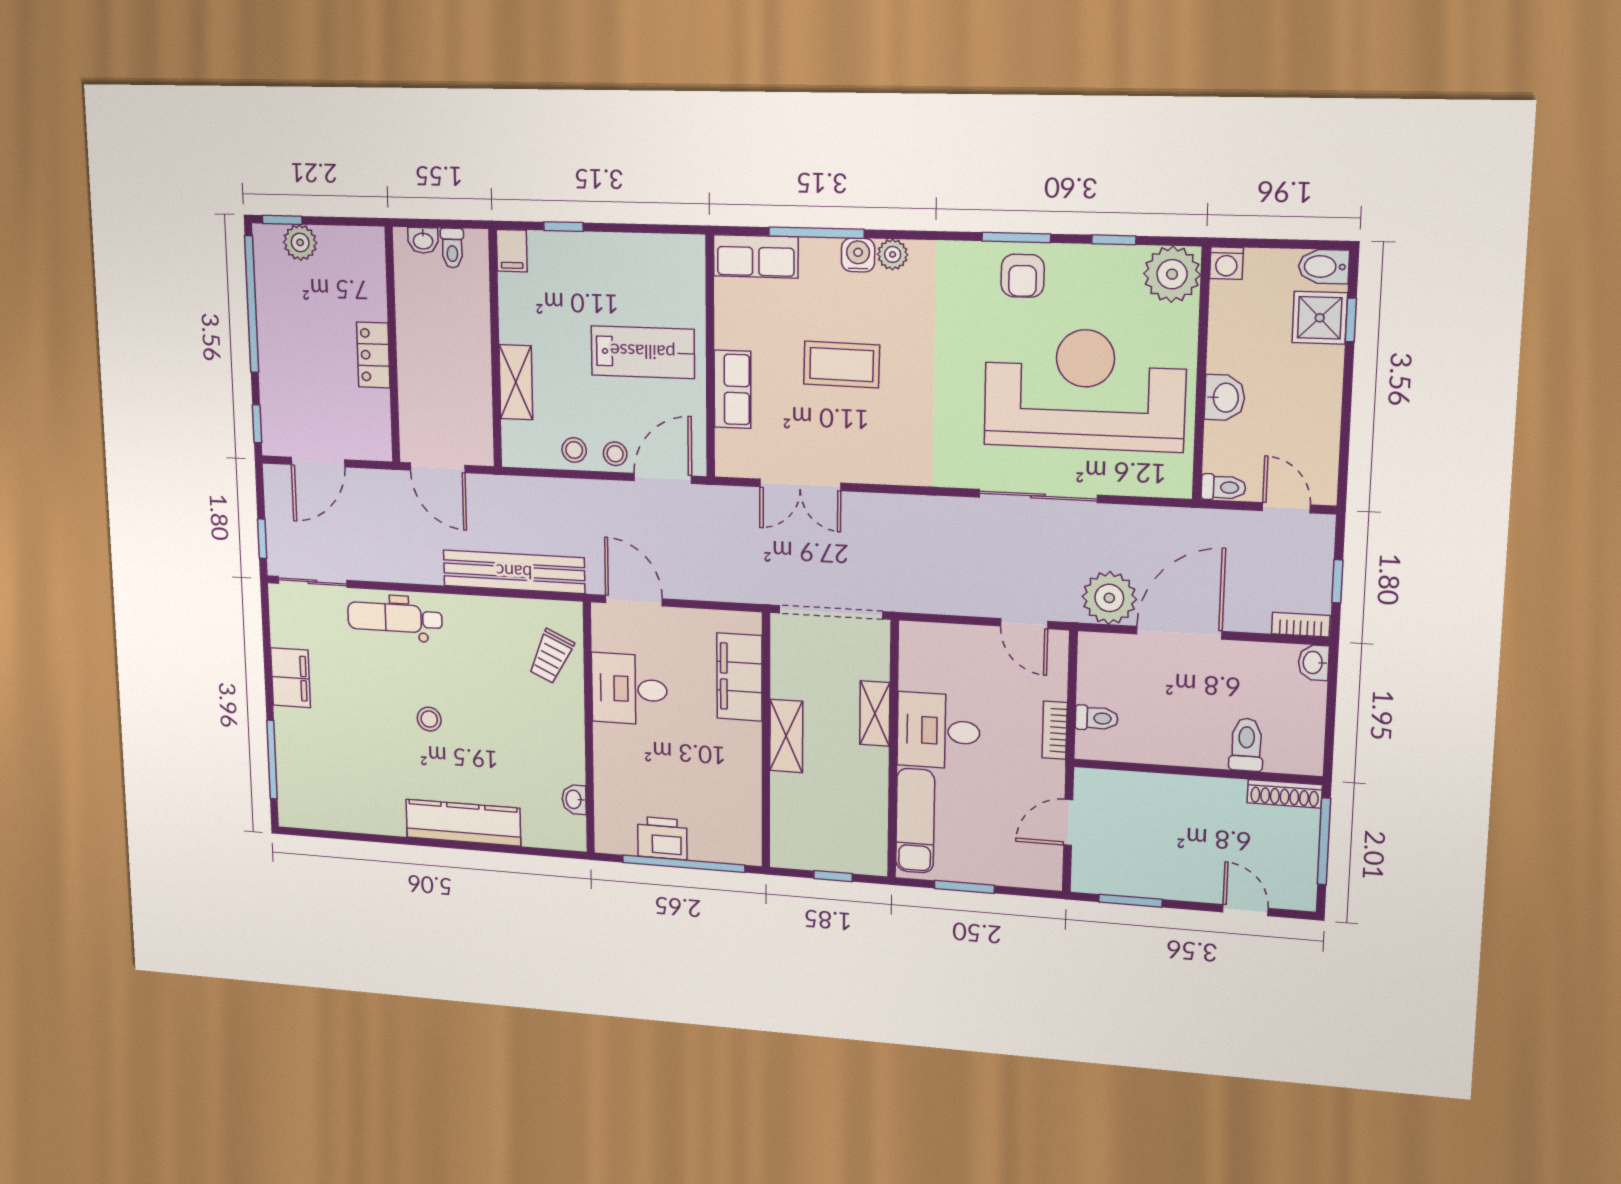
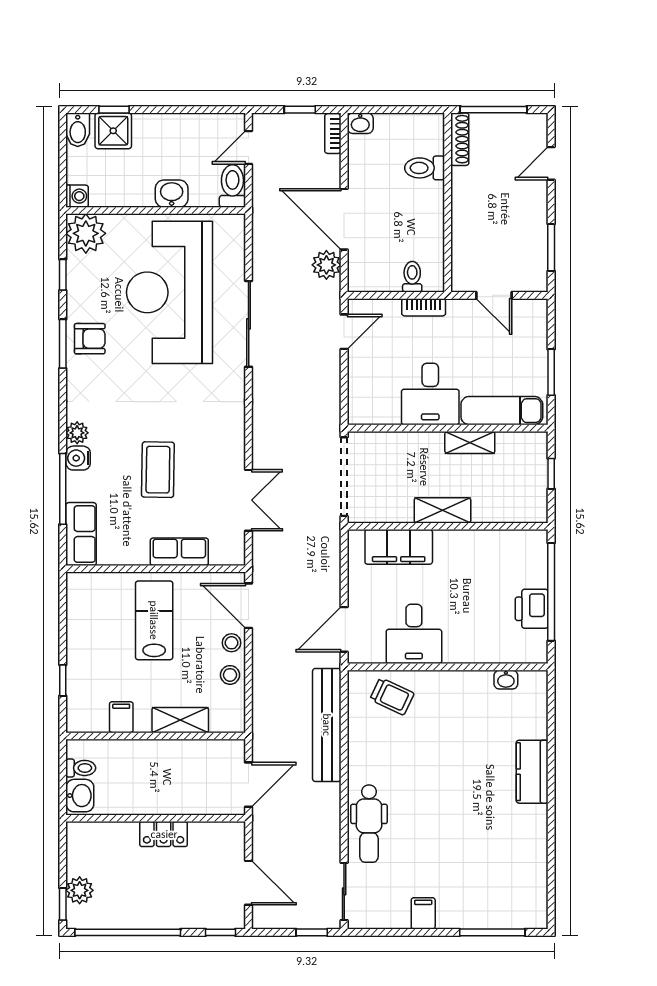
washbasin: (423, 240) -> (80, 796), width x1.38, depth x1.45
filing cabinet: (512, 251) -> (121, 717), moved, turned -90
toilet: (1223, 487) -> (232, 186), width x1.37, depth x1.39
plant: (1109, 598) -> (326, 265), width x0.73, depth x0.73
filing cabinet: (290, 678) -> (423, 913), width x0.50
shelving: (875, 714) -> (470, 442), moved
stool: (429, 719) -> (449, 798), removed
kitchen counter: (463, 823) -> (532, 772), width x0.67

